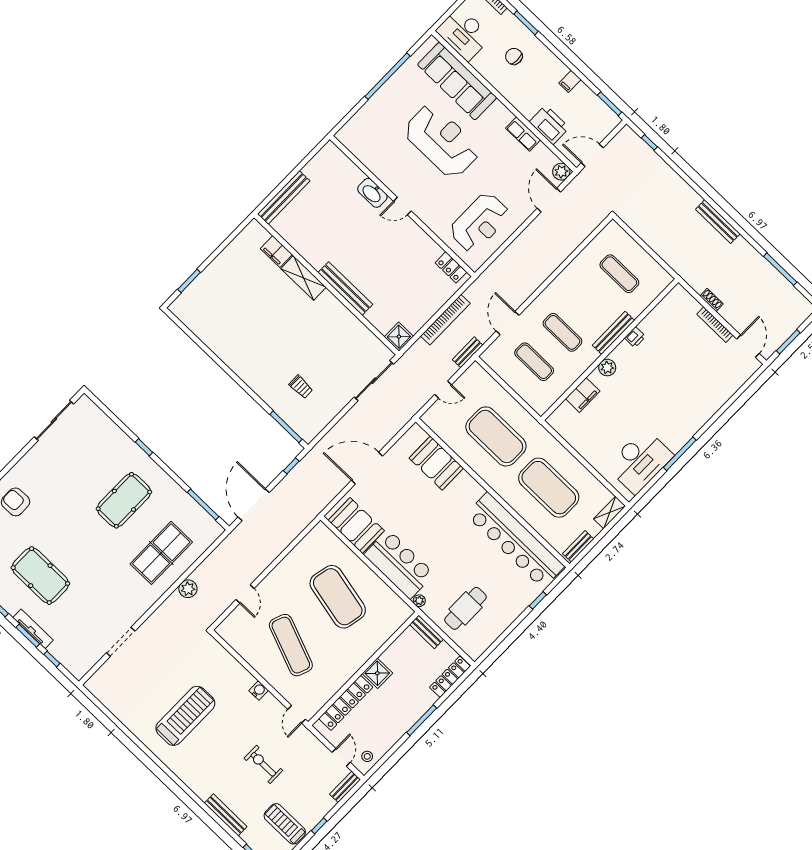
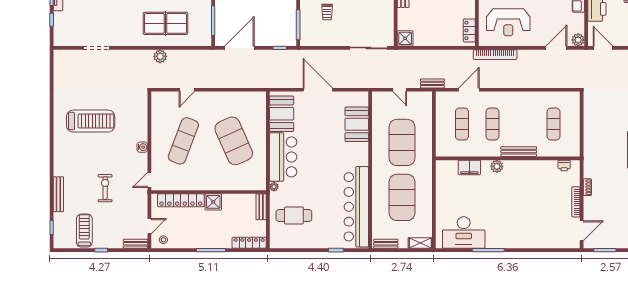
bookcase: (445, 320) -> (495, 55), moved
printer: (635, 337) -> (564, 166), moved
exercise mat: (338, 597) -> (234, 141), turned -36

